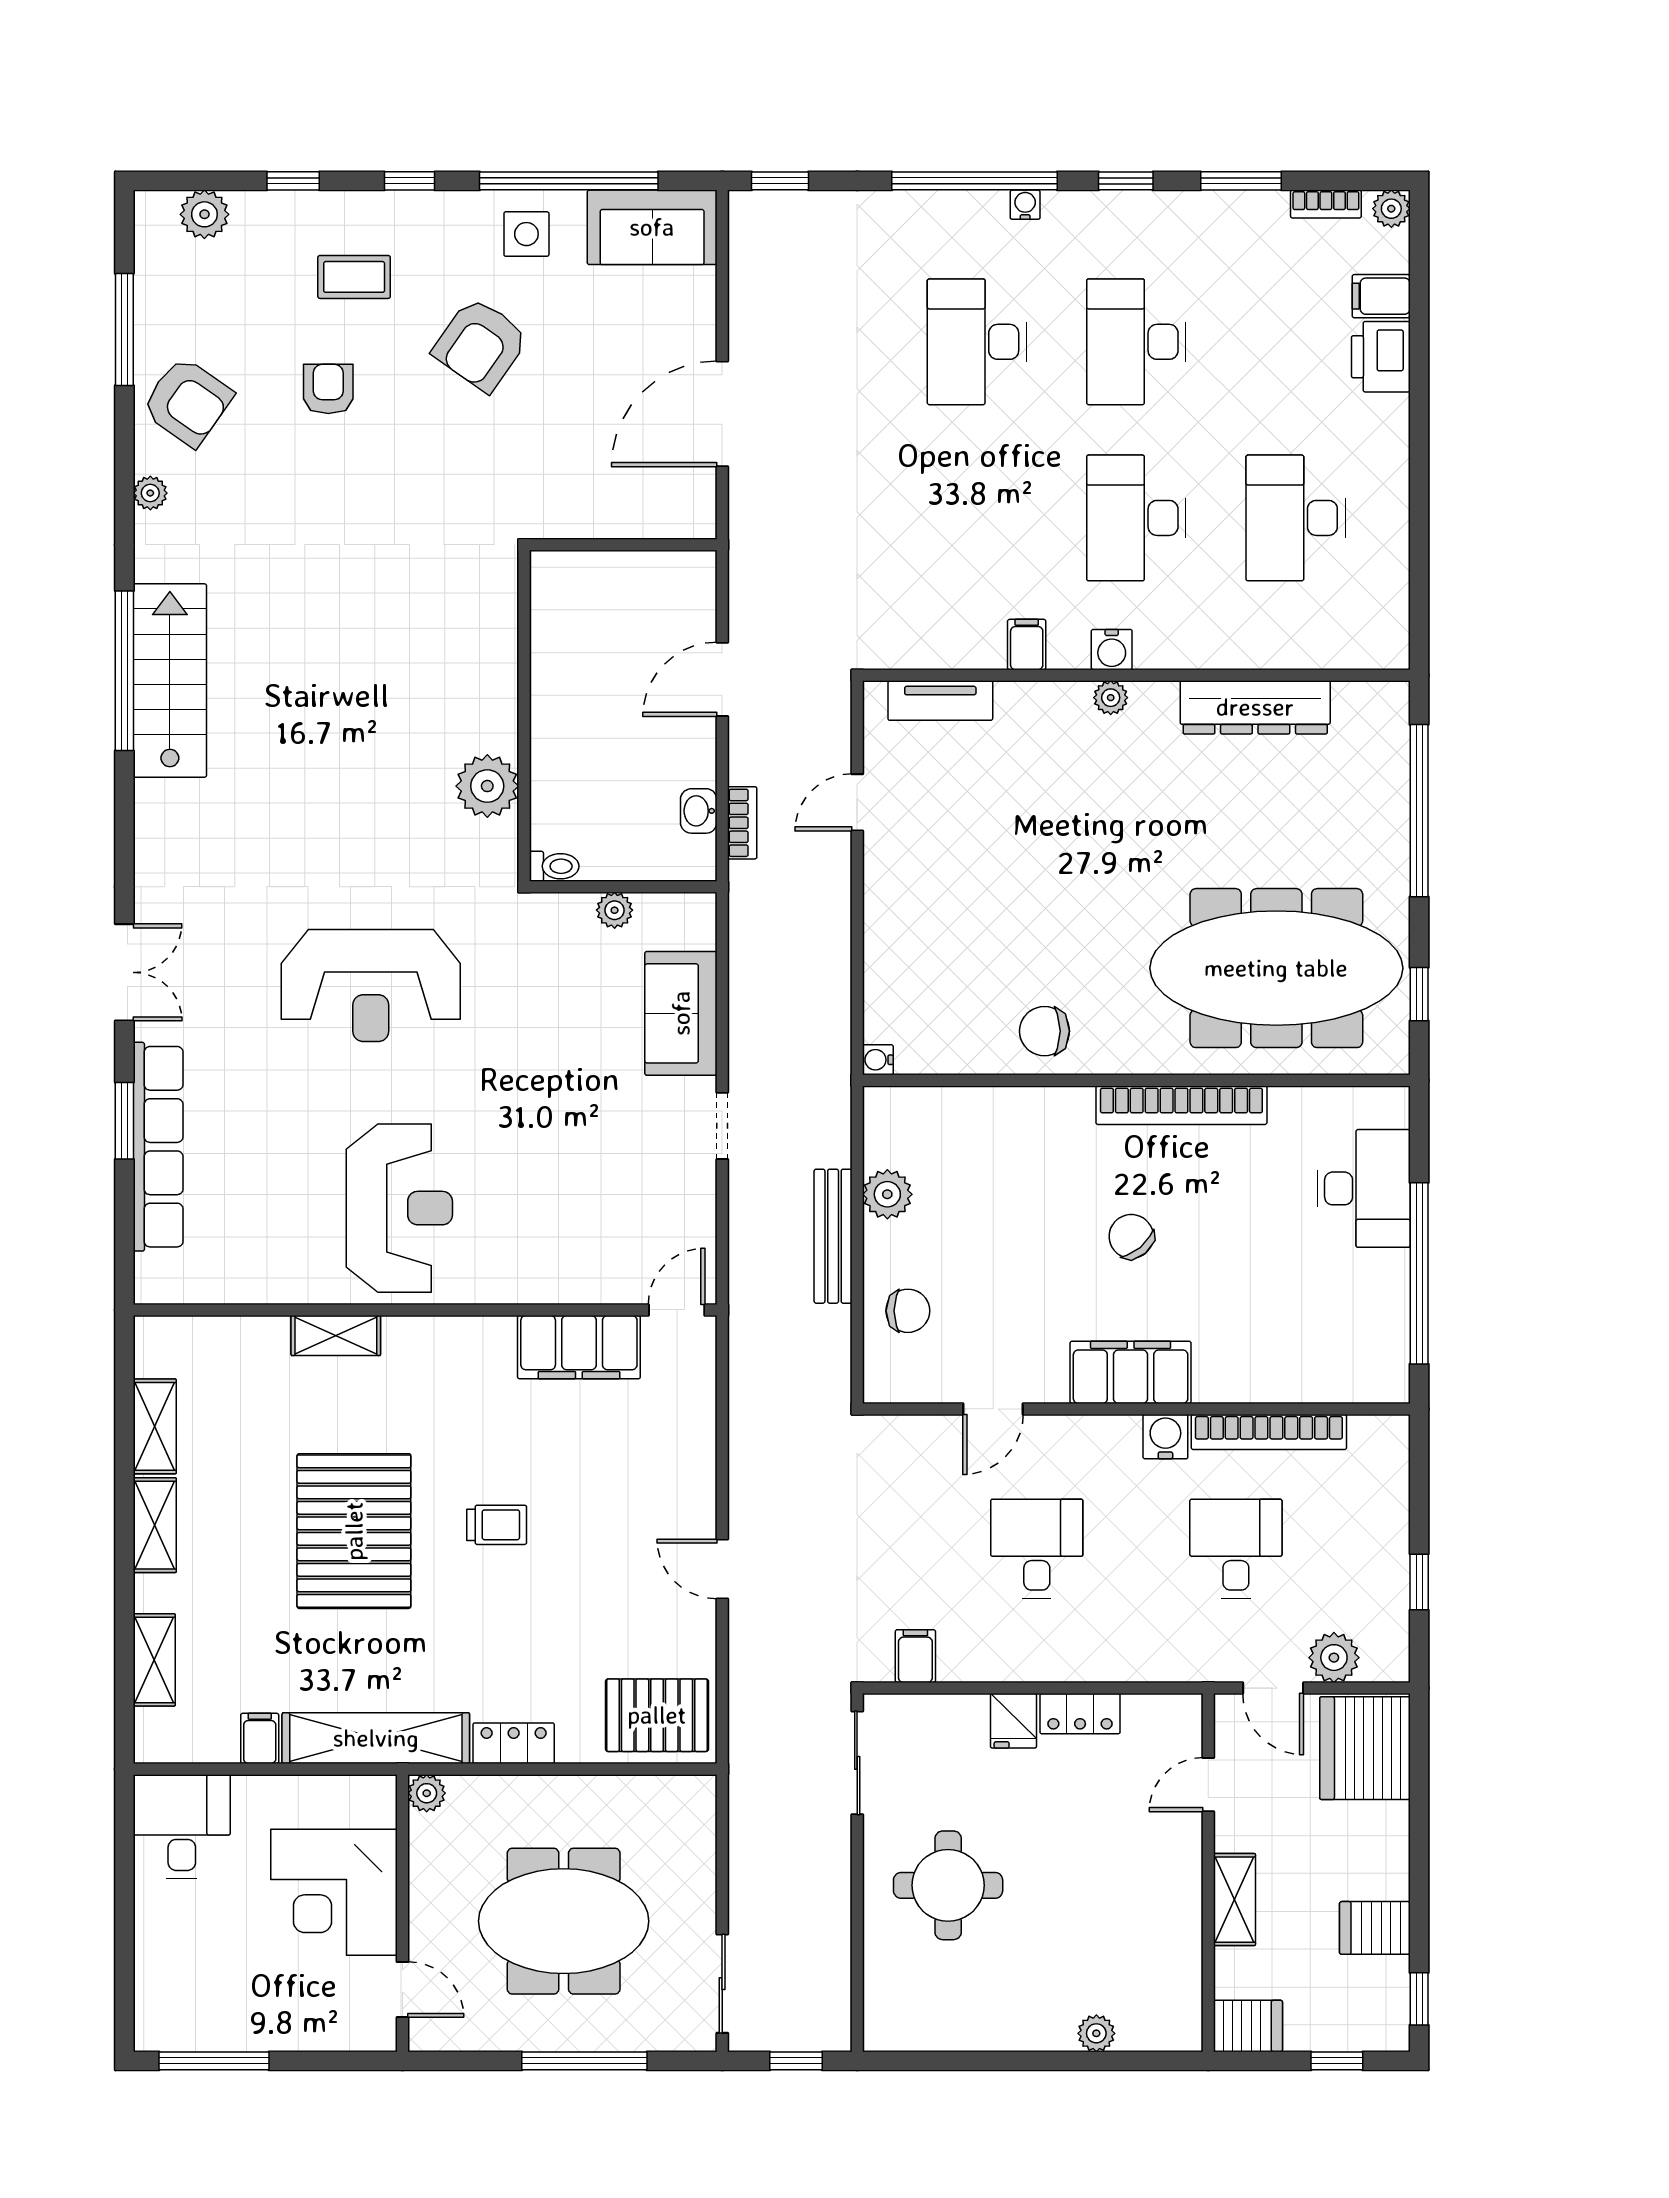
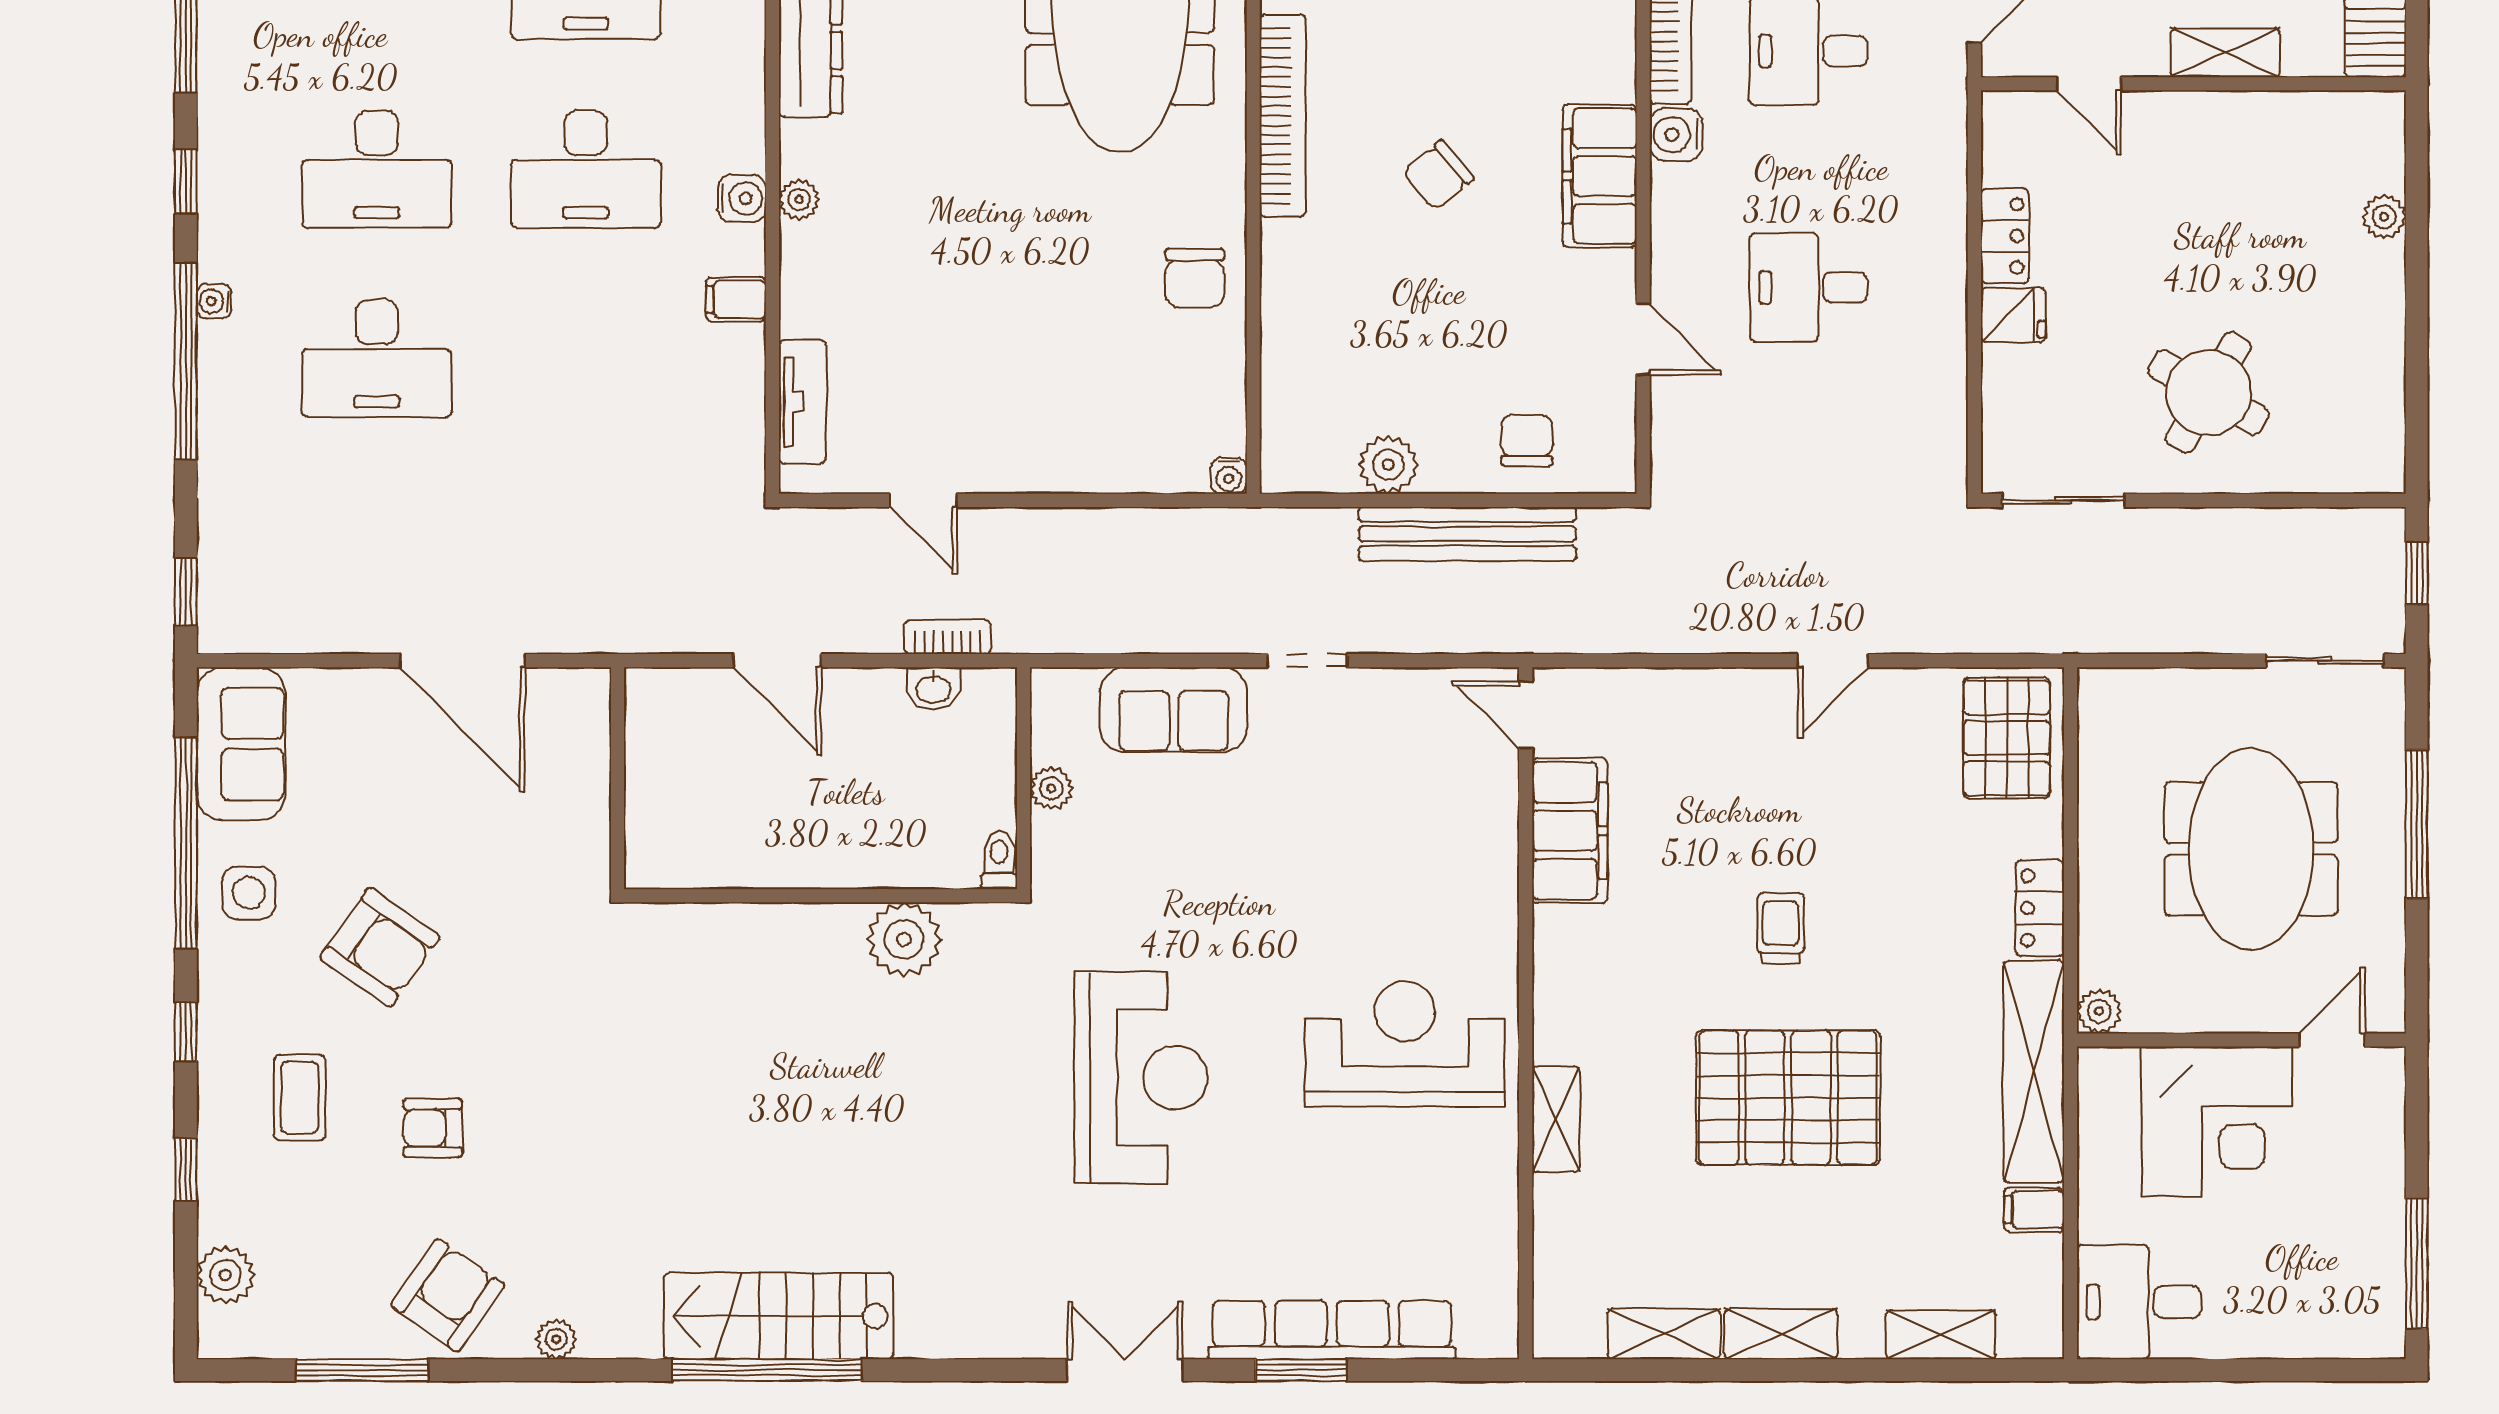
bench: (833, 1236) -> (1467, 534), width x1.37, depth x1.21
filing cabinet: (915, 1656) -> (1936, 431), removed
round table: (948, 1885) -> (2208, 393), turned 30

